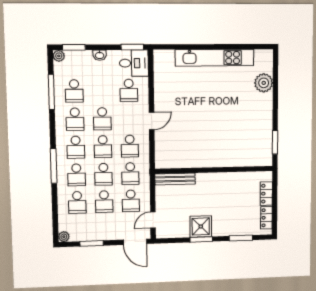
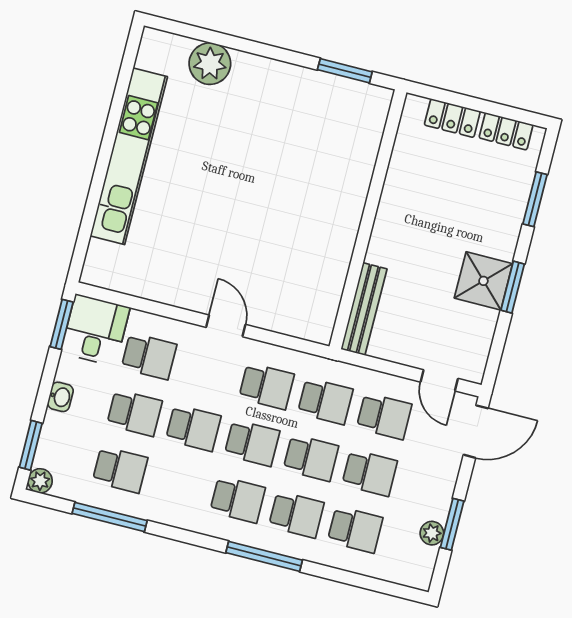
school desk: (75, 119) -> (135, 413), moved
plant: (64, 237) -> (432, 533), moved

